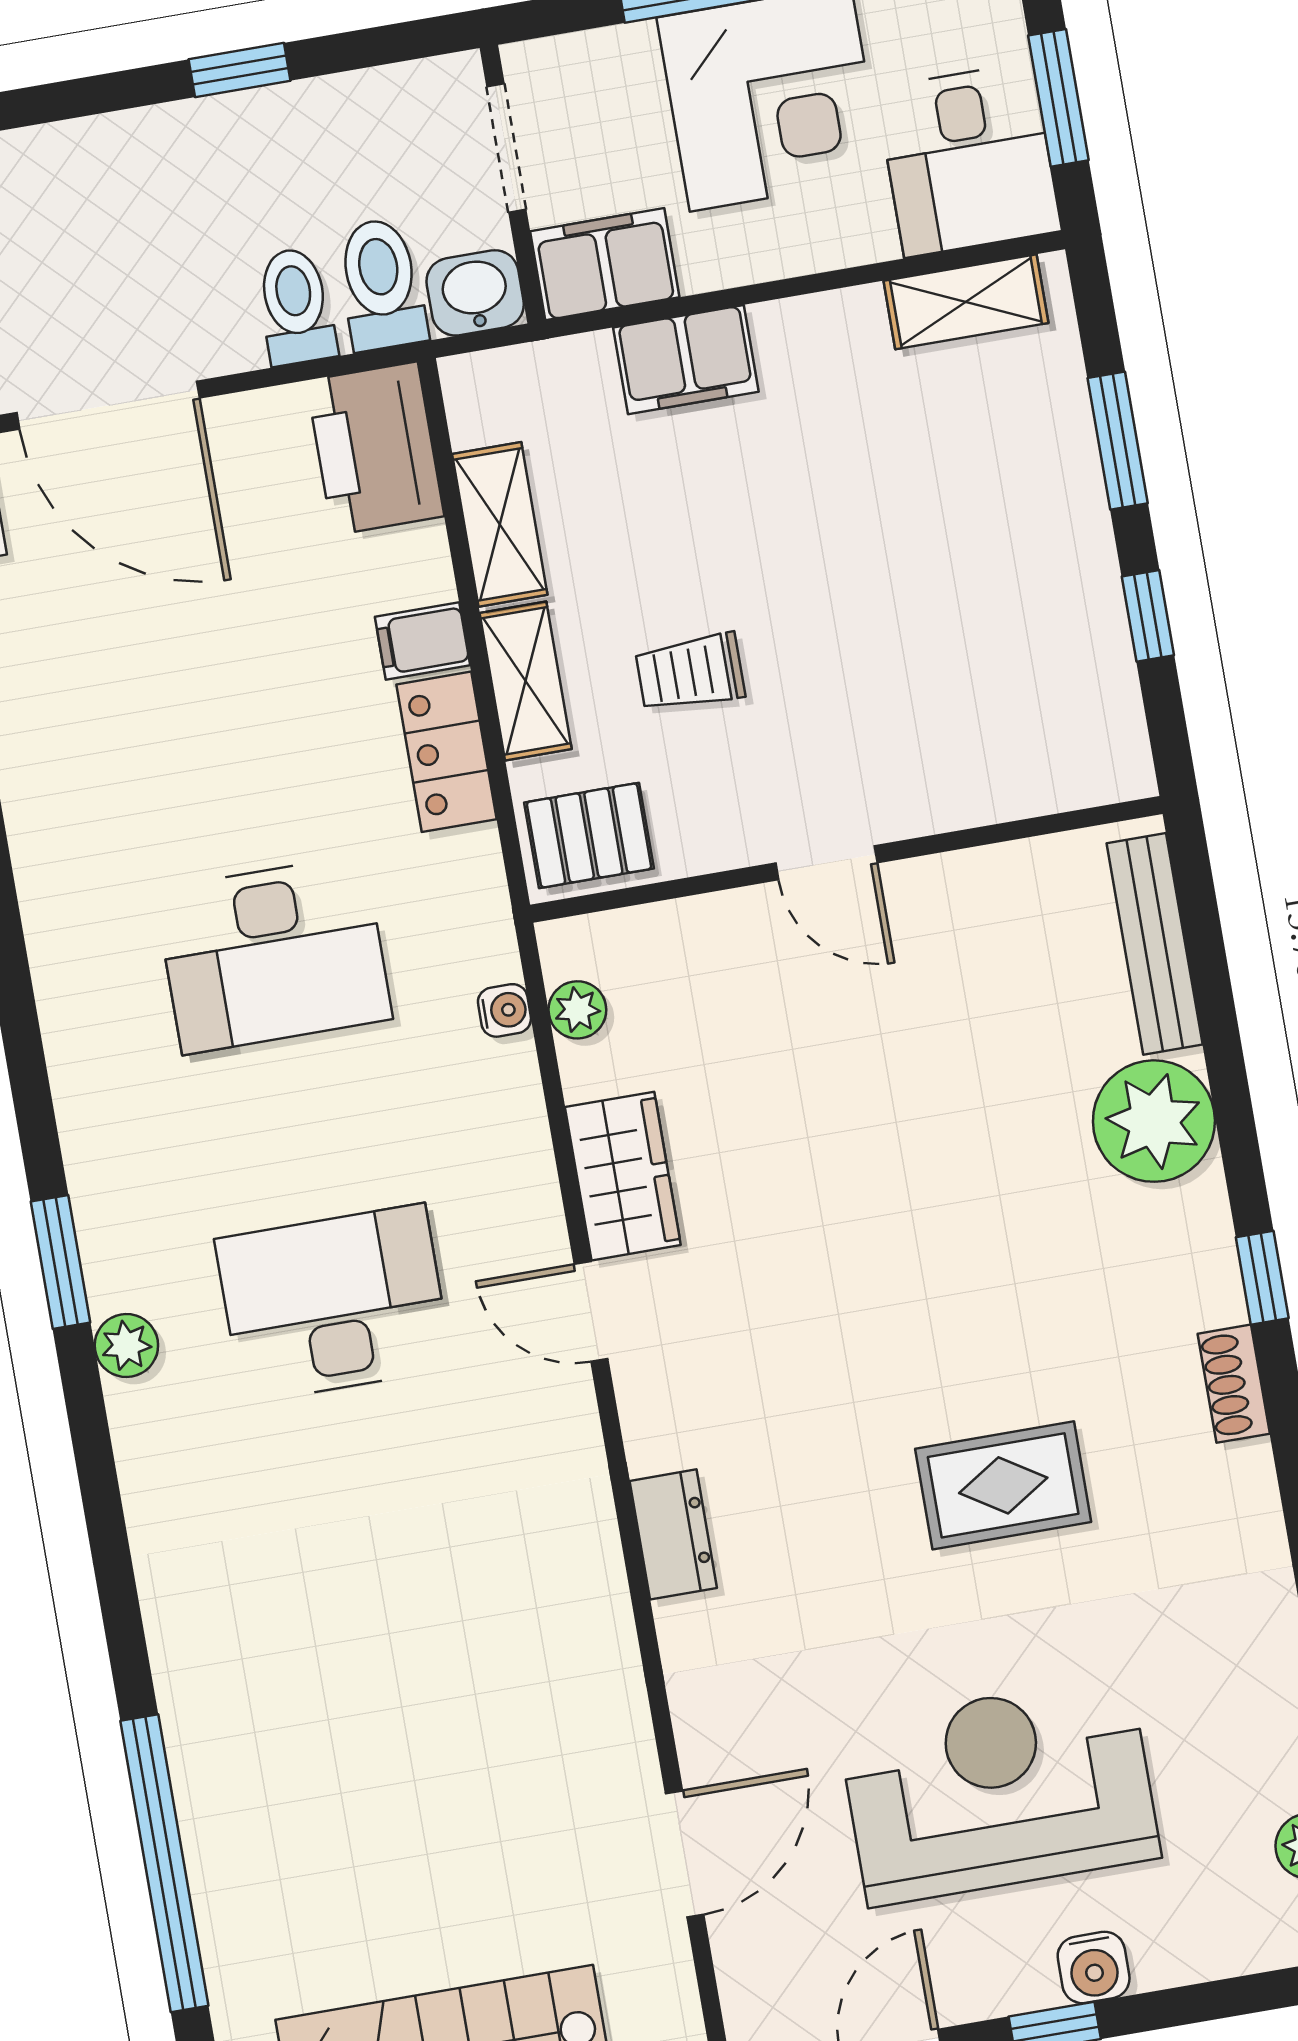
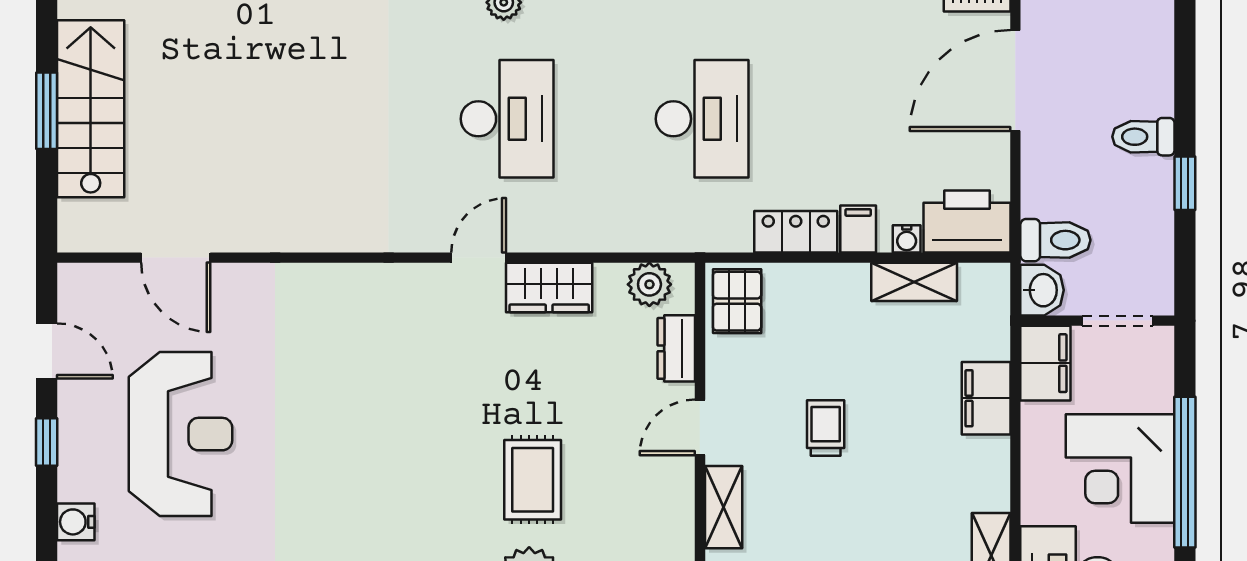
toilet: (296, 306) -> (1143, 137), moved, turned 180
trolley: (690, 673) -> (826, 428), moved
shelving: (526, 681) -> (724, 507), moved, turned 90
desk: (273, 954) -> (702, 119), turned 180
water cooler: (504, 1010) -> (907, 239), moved
plant: (577, 1010) -> (649, 284), width x1.38, depth x1.38
rug: (1003, 1485) -> (533, 480), moved
dresser: (673, 1534) -> (676, 348), moved, turned 90
water cooler: (1094, 1967) -> (76, 522), moved

